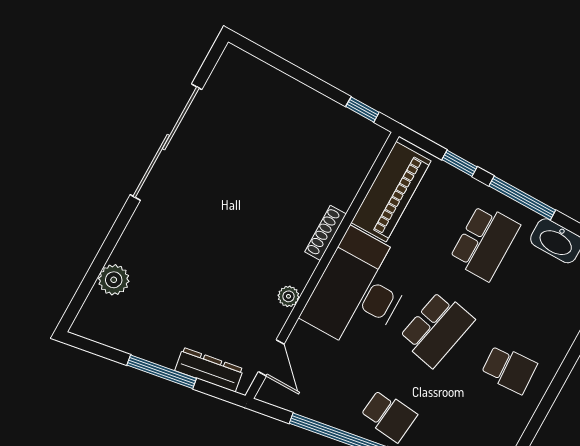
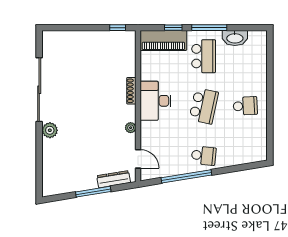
piano: (391, 192) -> (163, 40), moved, turned 90
plant: (114, 280) -> (50, 130), moved
desk: (359, 291) -> (156, 101), width x0.73, depth x0.77

